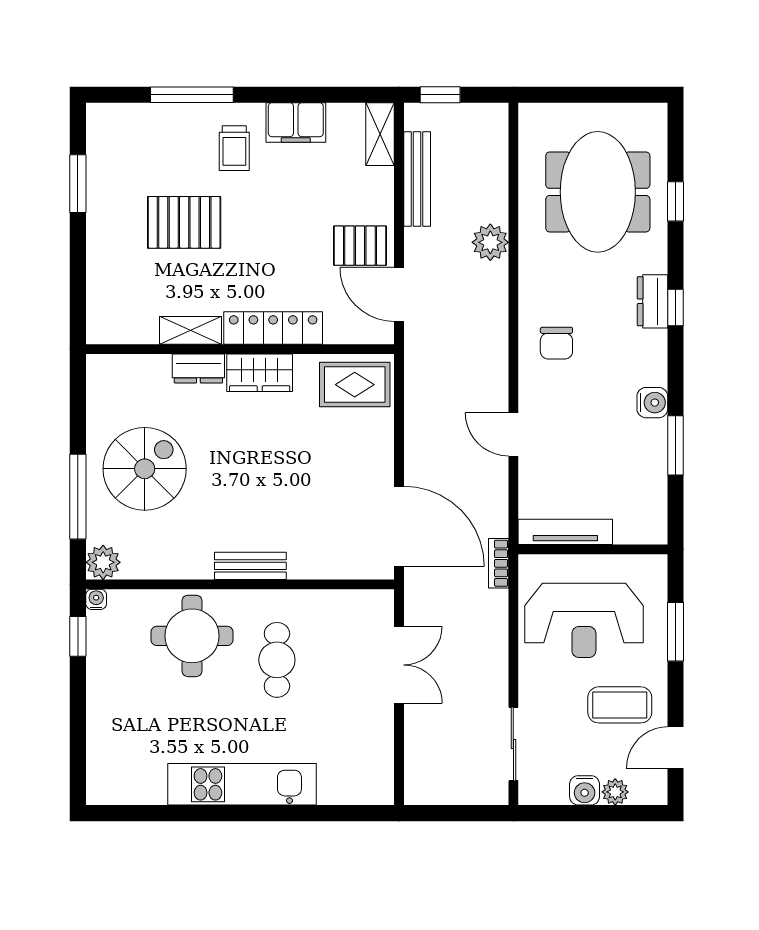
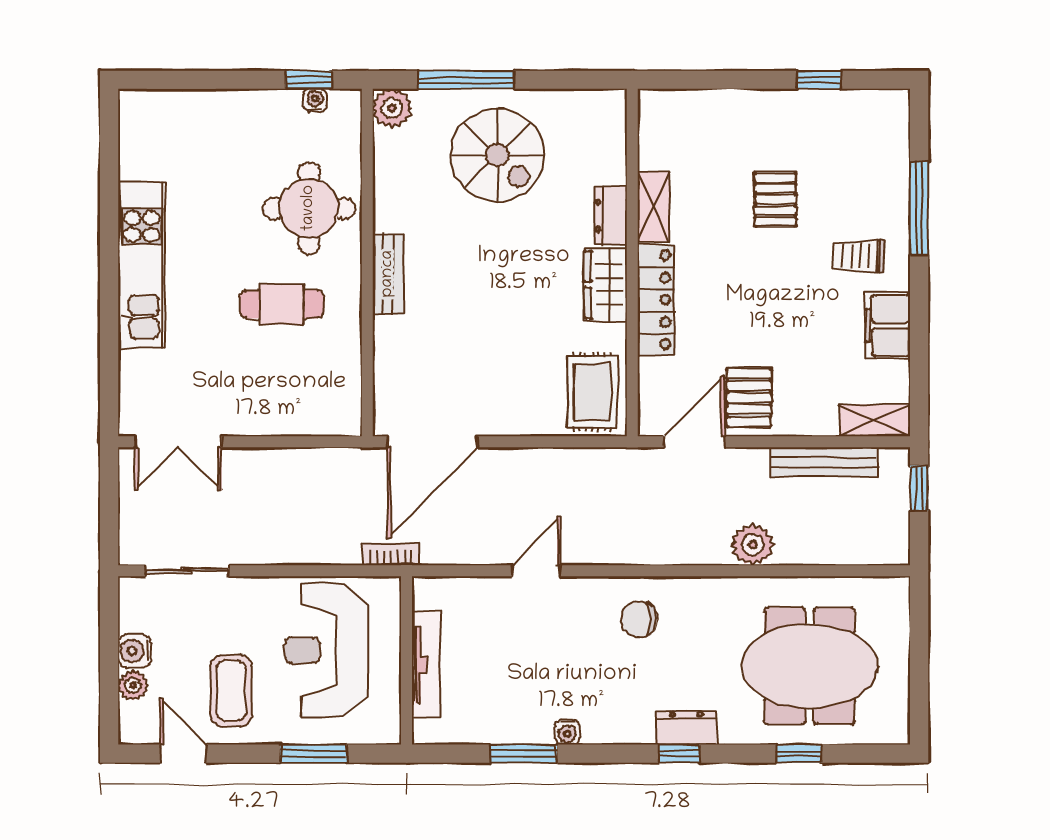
window: (78, 184) -> (819, 80), width x0.67
pallet: (184, 222) -> (775, 200), width x0.67, depth x0.71
water cooler: (652, 403) -> (567, 732), width x0.72, depth x0.72
tv unit: (565, 532) -> (426, 665), moved
water cooler: (96, 599) -> (315, 100), moved, turned -90
double door: (399, 665) -> (178, 442), moved

